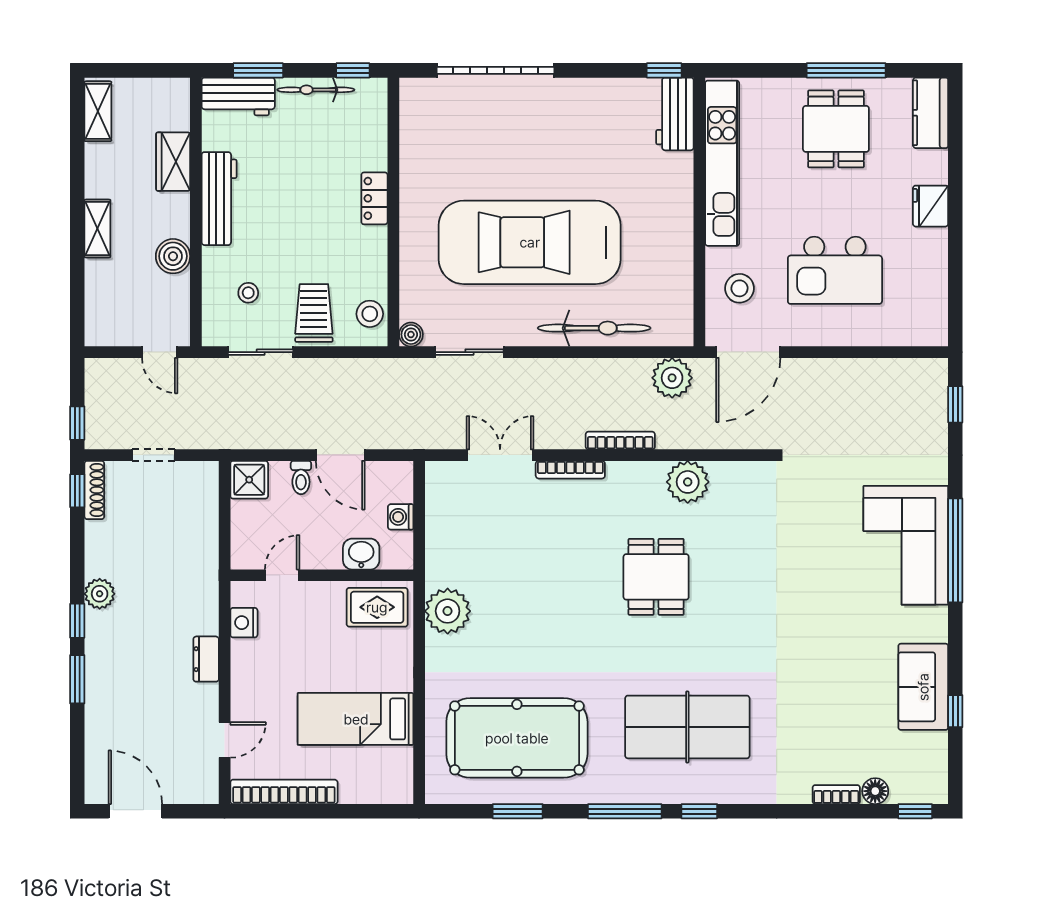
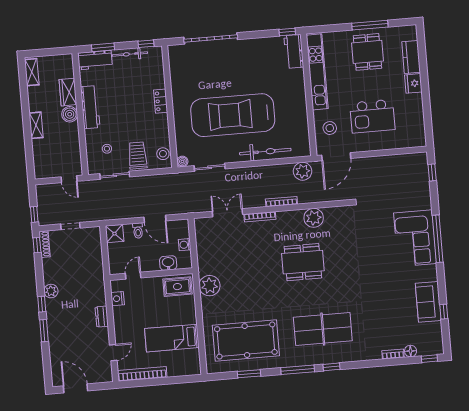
kitchen counter: (931, 113) -> (411, 57), moved
boiler: (173, 256) -> (70, 114), moved
dining table: (656, 577) -> (303, 262), width x1.37

